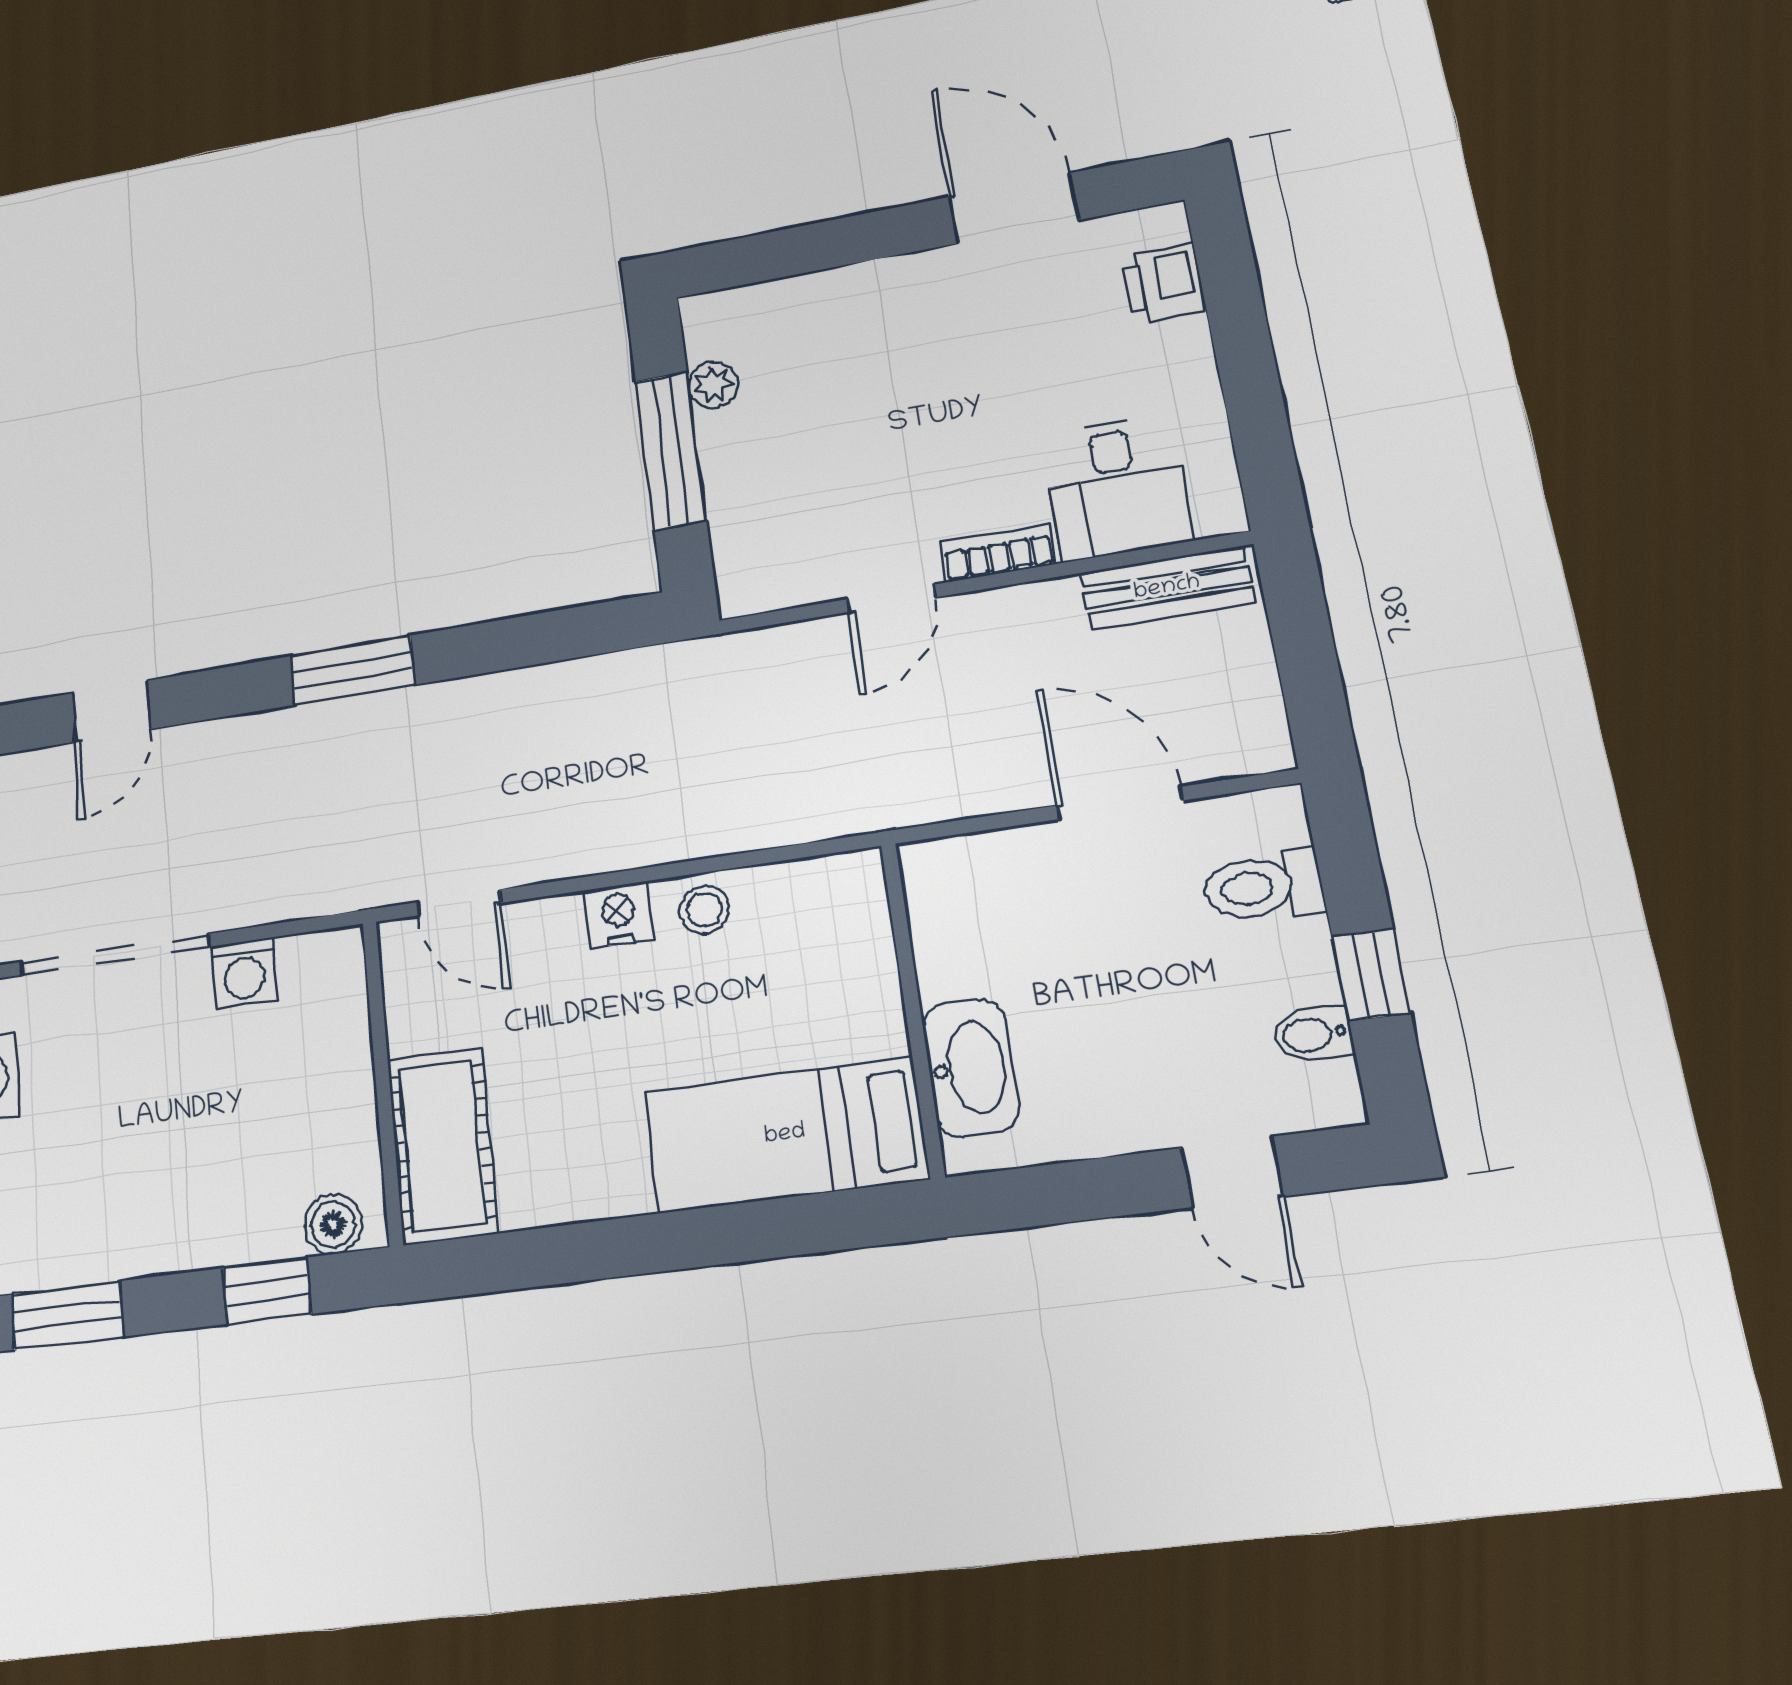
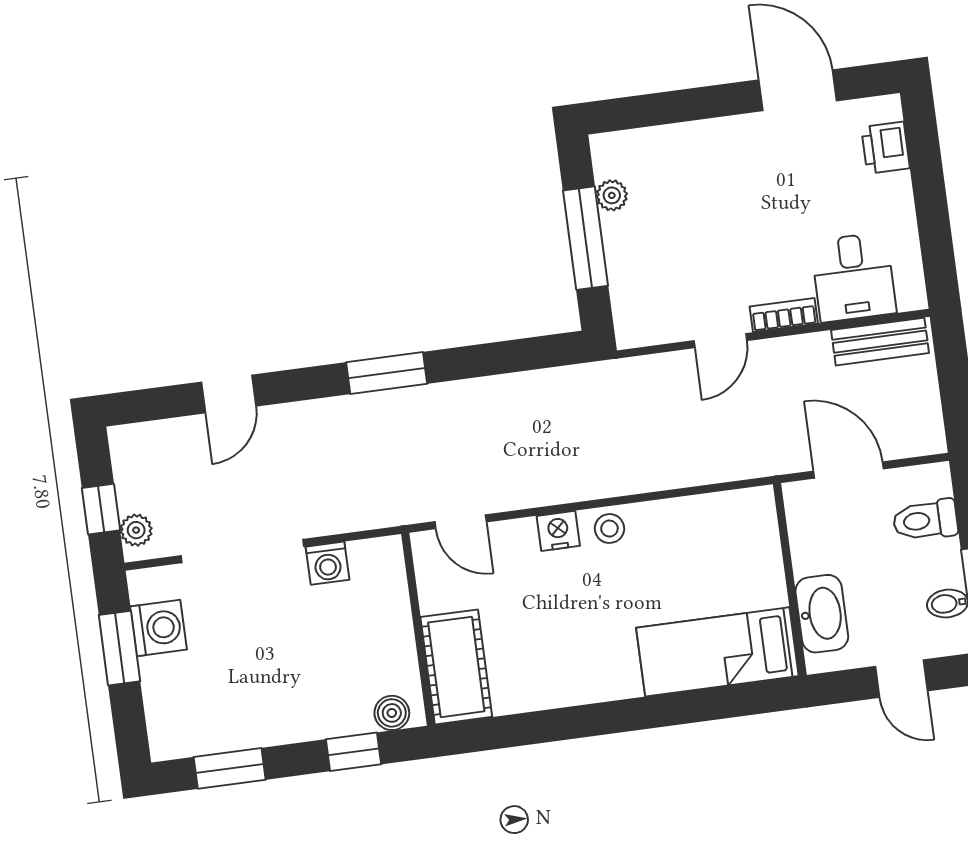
wall: (913, 1008) -> (790, 580), moved
washbasin: (971, 1068) -> (822, 614), moved
bed: (785, 1135) -> (717, 652), moved

